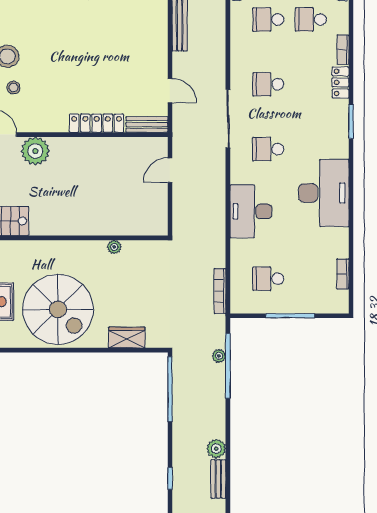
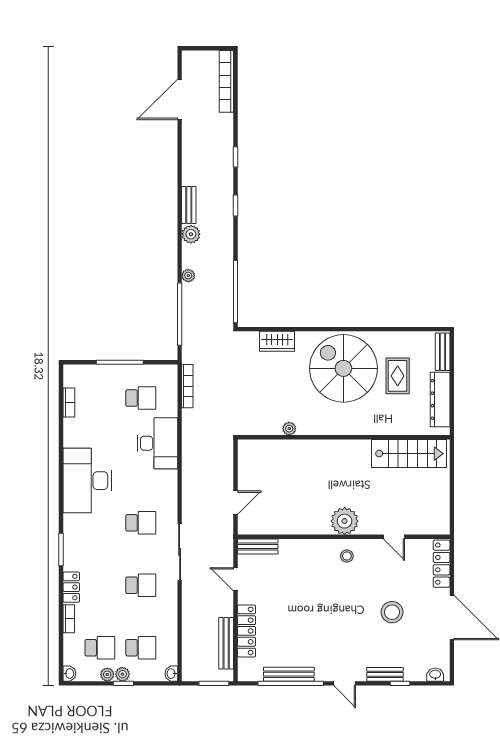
stool: (13, 88) -> (347, 556), moved
locker: (97, 123) -> (247, 631), moved, turned -90
plant: (35, 151) -> (345, 521), moved
desk: (251, 211) -> (157, 443), moved
plant: (219, 356) -> (188, 276), moved

